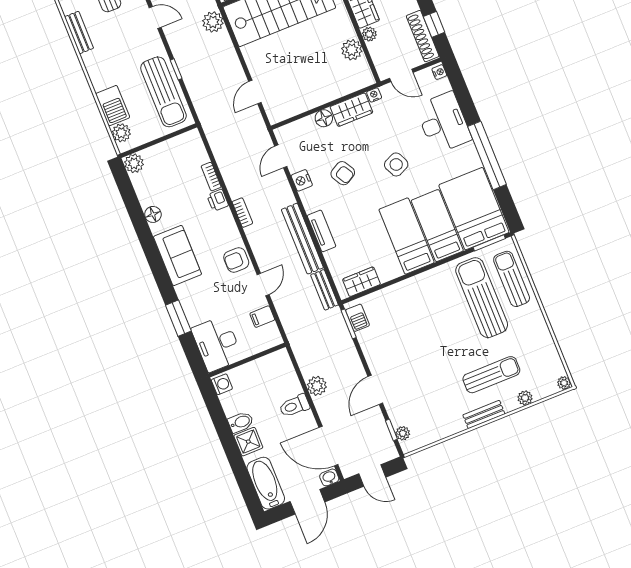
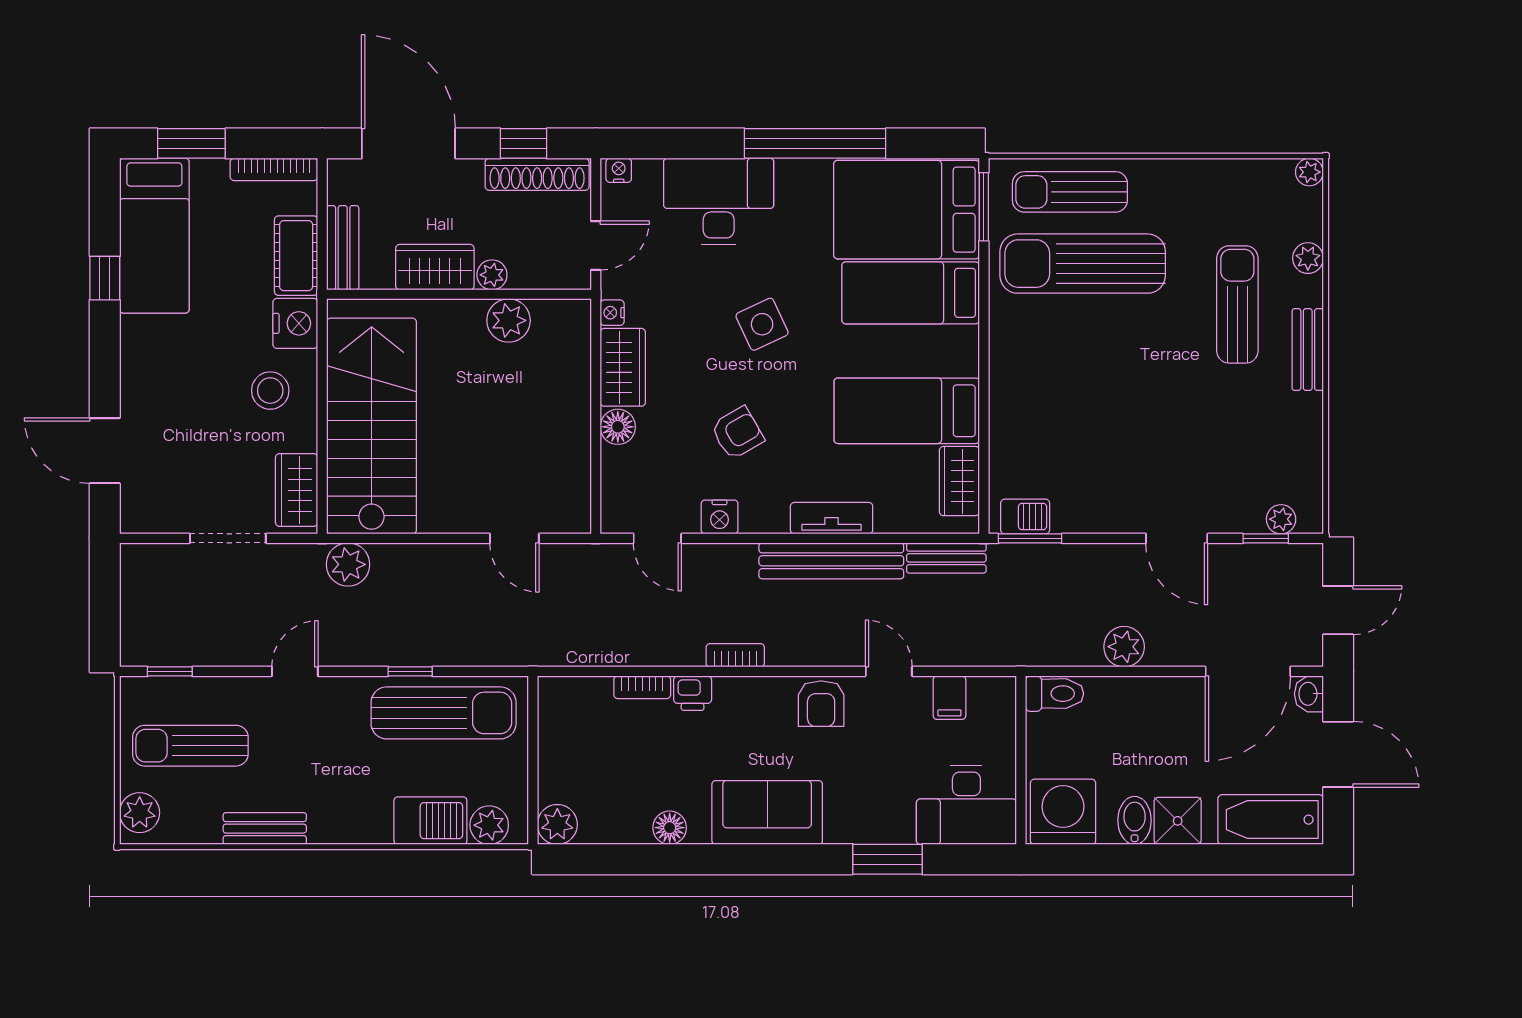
bed: (407, 236) -> (907, 411), moved
washing machine: (222, 384) -> (1063, 812), width x1.89, depth x1.89
toilet: (294, 406) -> (1055, 694), moved, turned -90

